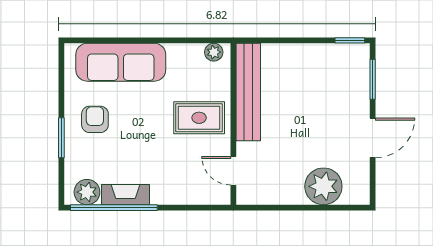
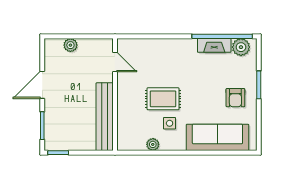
side table: (190, 83) -> (170, 123), added
bench: (248, 92) -> (105, 117), moved
wall: (233, 124) -> (115, 94), moved
door: (233, 171) -> (115, 62), moved
plant: (323, 186) -> (70, 45), width x0.53, depth x0.53

